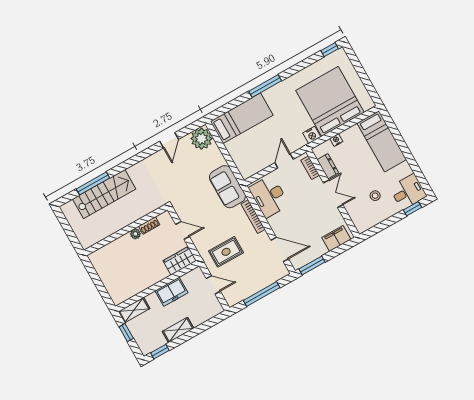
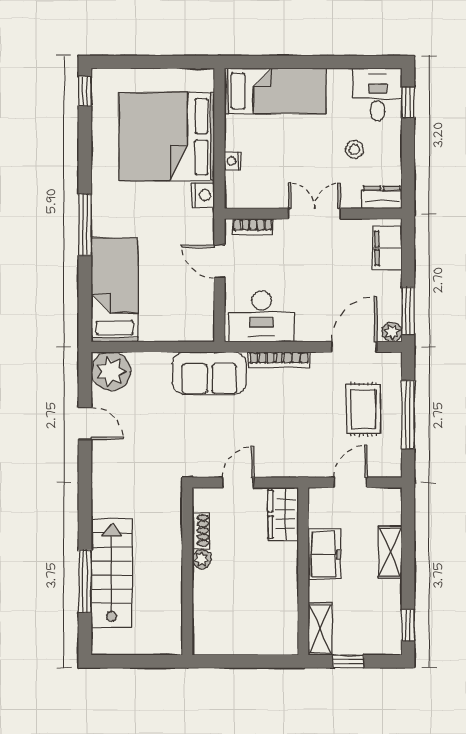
dresser: (328, 166) -> (382, 197), moved
rug: (226, 252) -> (363, 409), moved
plant: (297, 264) -> (392, 332), added
shelving: (178, 330) -> (390, 552), moved

